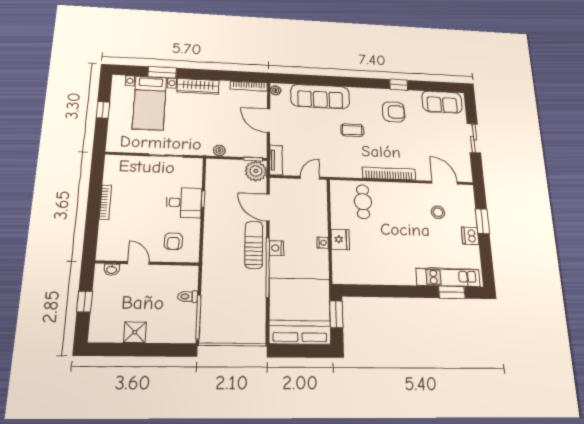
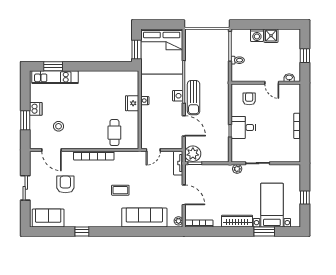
armchair: (394, 112) -> (65, 184), moved, turned 90
plant: (219, 151) -> (237, 169), moved
washing machine: (157, 333) -> (257, 35), added

